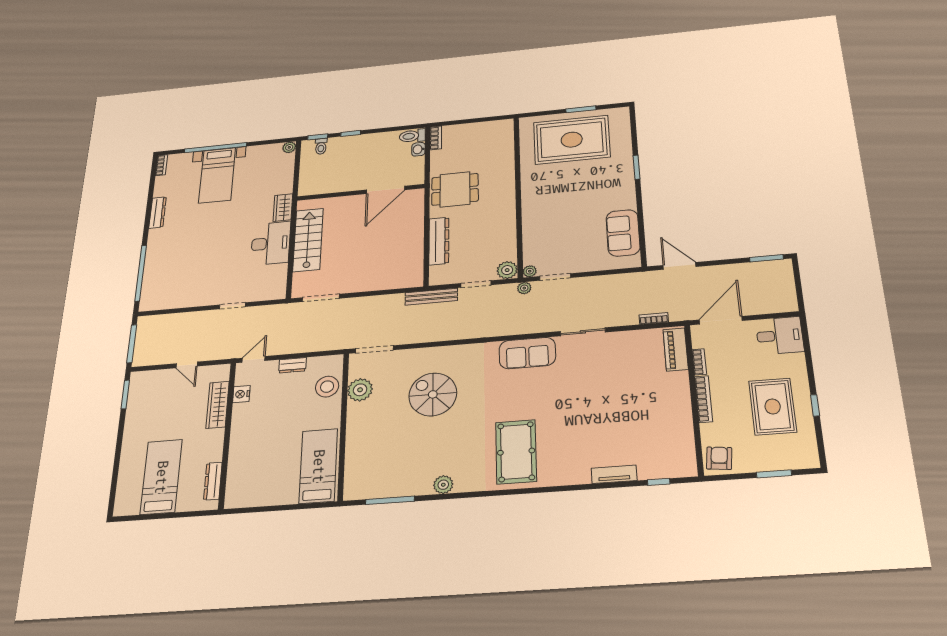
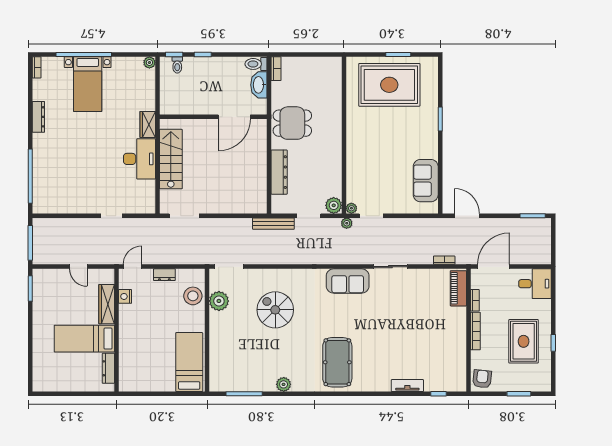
washbasin: (418, 149) -> (259, 85), width x1.91, depth x1.45
bed: (161, 477) -> (84, 339), moved, turned -90

